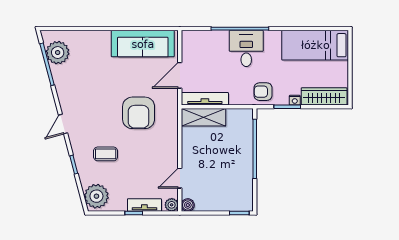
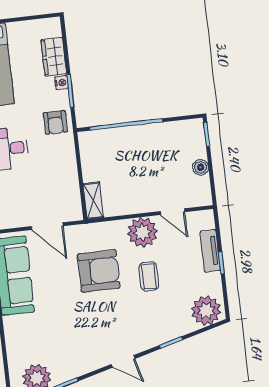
wardrobe: (324, 96) -> (54, 57), width x0.67
tv unit: (205, 99) -> (72, 192), removed
shelving: (204, 117) -> (93, 201), width x0.67, depth x0.75
coffee table: (106, 154) -> (149, 276), moved
plant: (172, 205) -> (142, 232), moved, width x1.88, depth x1.88
boiler: (188, 205) -> (201, 167), moved

